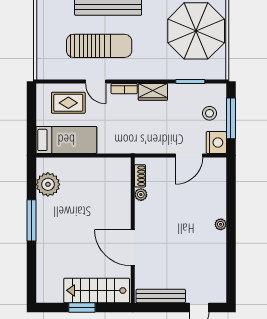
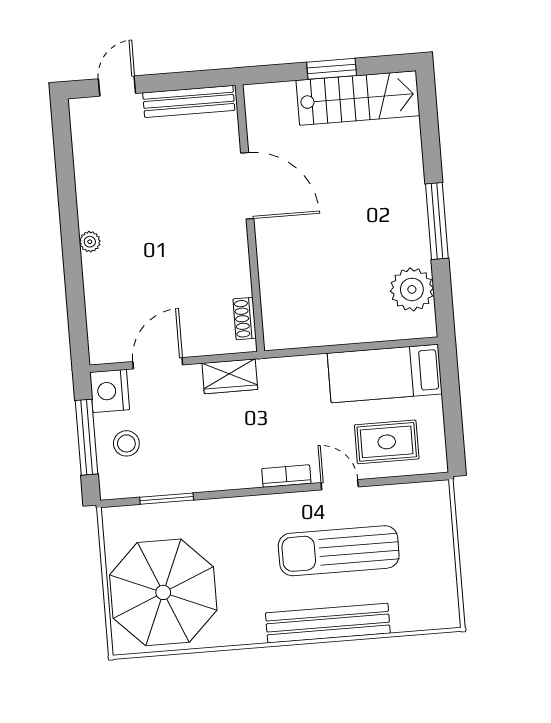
wardrobe: (153, 92) -> (230, 376), moved, turned 180
plant: (141, 195) -> (240, 284), removed
stairs: (97, 290) -> (358, 98), moved

